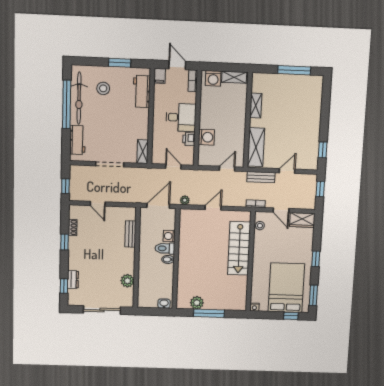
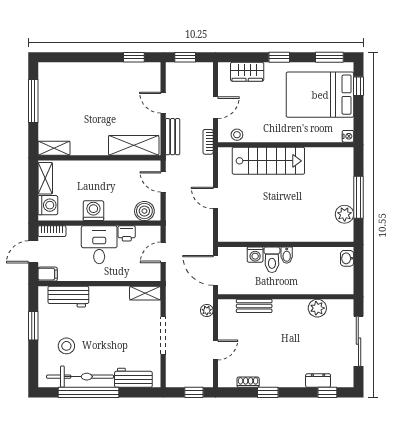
shelving: (256, 106) -> (54, 148), moved
washing machine: (206, 137) -> (93, 211), moved
boiler: (205, 153) -> (144, 211), added
plant: (185, 200) -> (207, 311), moved
wardrobe: (302, 220) -> (247, 72), moved, turned 90

